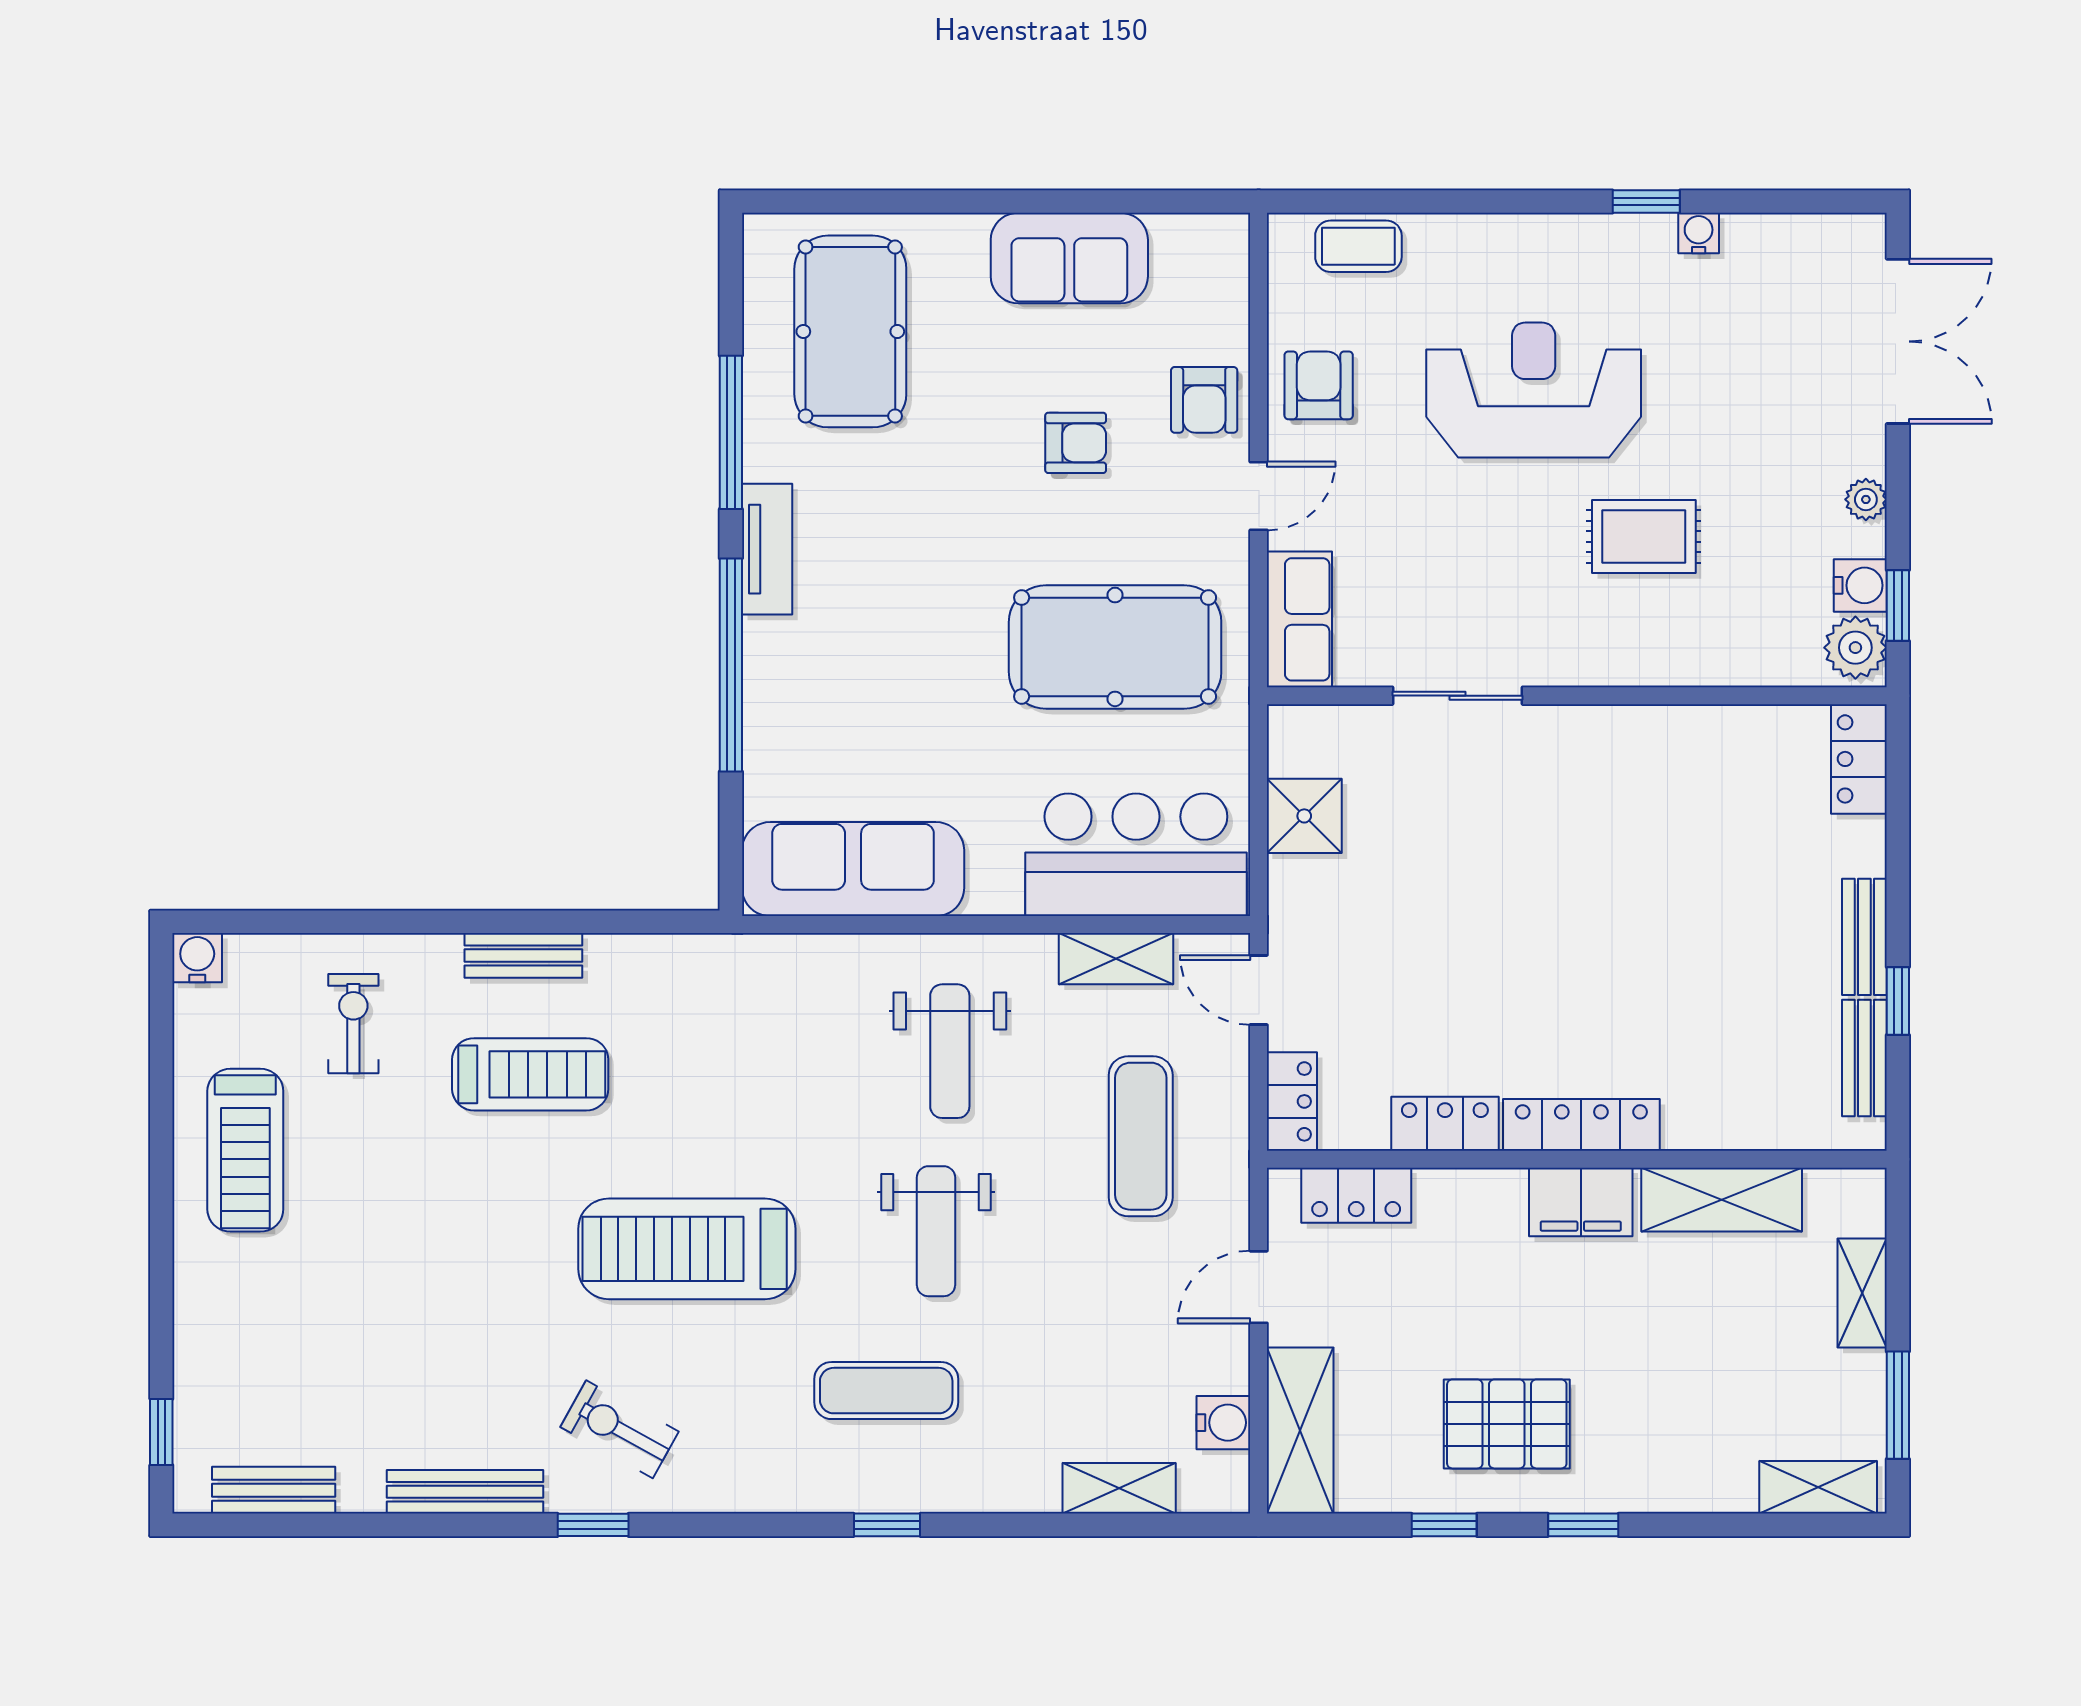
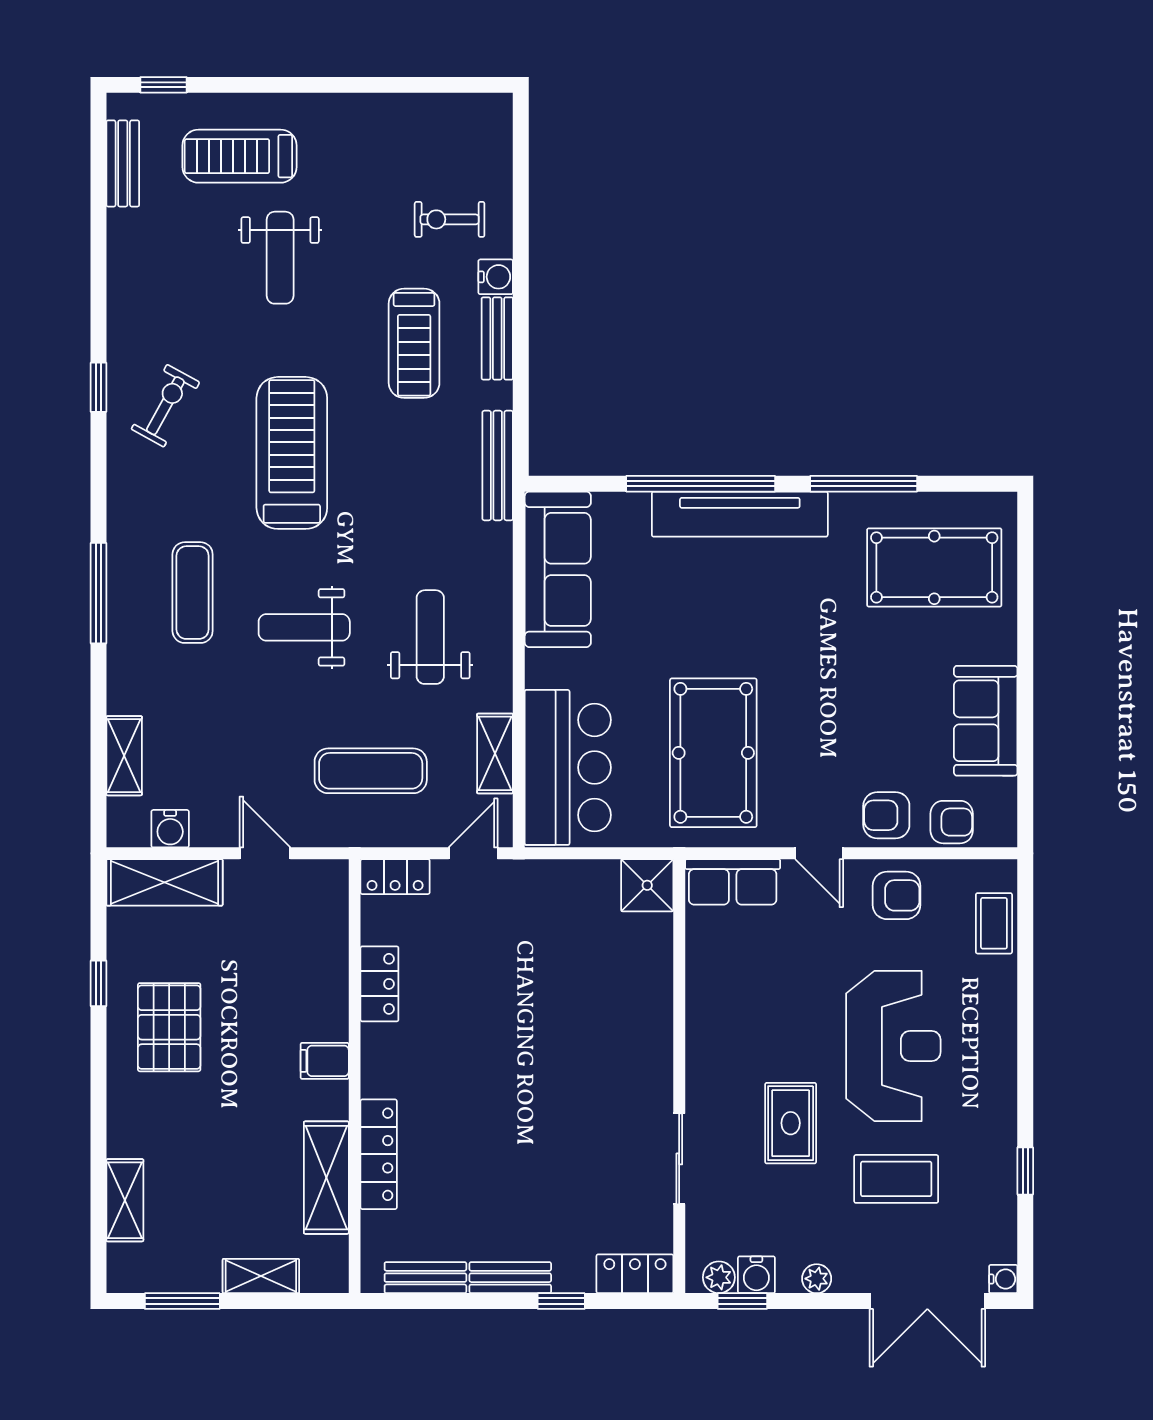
window: (1646, 202) -> (1025, 1171), moved
water cooler: (1699, 233) -> (1003, 1279), moved
coffee table: (1723, 386) -> (896, 1179), added
armchair: (1076, 443) -> (952, 822), moved, turned -90
tv unit: (767, 549) -> (740, 514), width x1.92, depth x1.29
plant: (1855, 648) -> (719, 1277), width x0.73, depth x0.73
sliding door: (1458, 696) -> (679, 1159), moved
shower: (1304, 816) -> (647, 885), moved
water cooler: (197, 958) -> (496, 277), moved
window: (1898, 1001) -> (561, 1301), moved
exercise bike: (353, 1024) -> (450, 219), turned 180
weight bench: (950, 1051) -> (430, 637), turned 90
locker: (1581, 1125) -> (379, 1154), moved
treadmill: (245, 1150) -> (240, 156), moved
locker: (1356, 1195) -> (329, 922), removed
filing cabinet: (1581, 1202) -> (325, 1061), width x0.50
weight bench: (408, 1266) -> (280, 258), added
shelving: (1818, 1487) -> (125, 1200), moved
bench: (465, 1492) -> (498, 465), moved
window: (887, 1525) -> (98, 593), width x2.17
window: (1583, 1525) -> (98, 1081), removed

